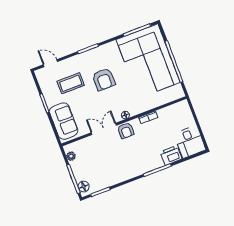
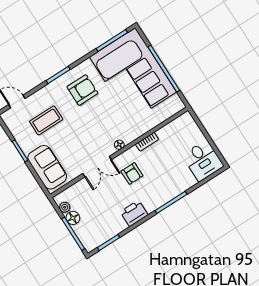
armchair: (104, 79) -> (82, 90), moved, turned -90
double door: (104, 129) -> (97, 167), swing flipped
armchair: (126, 131) -> (132, 173), moved
printer: (171, 155) -> (134, 213), moved
floor lamp: (84, 186) -> (73, 218), moved

